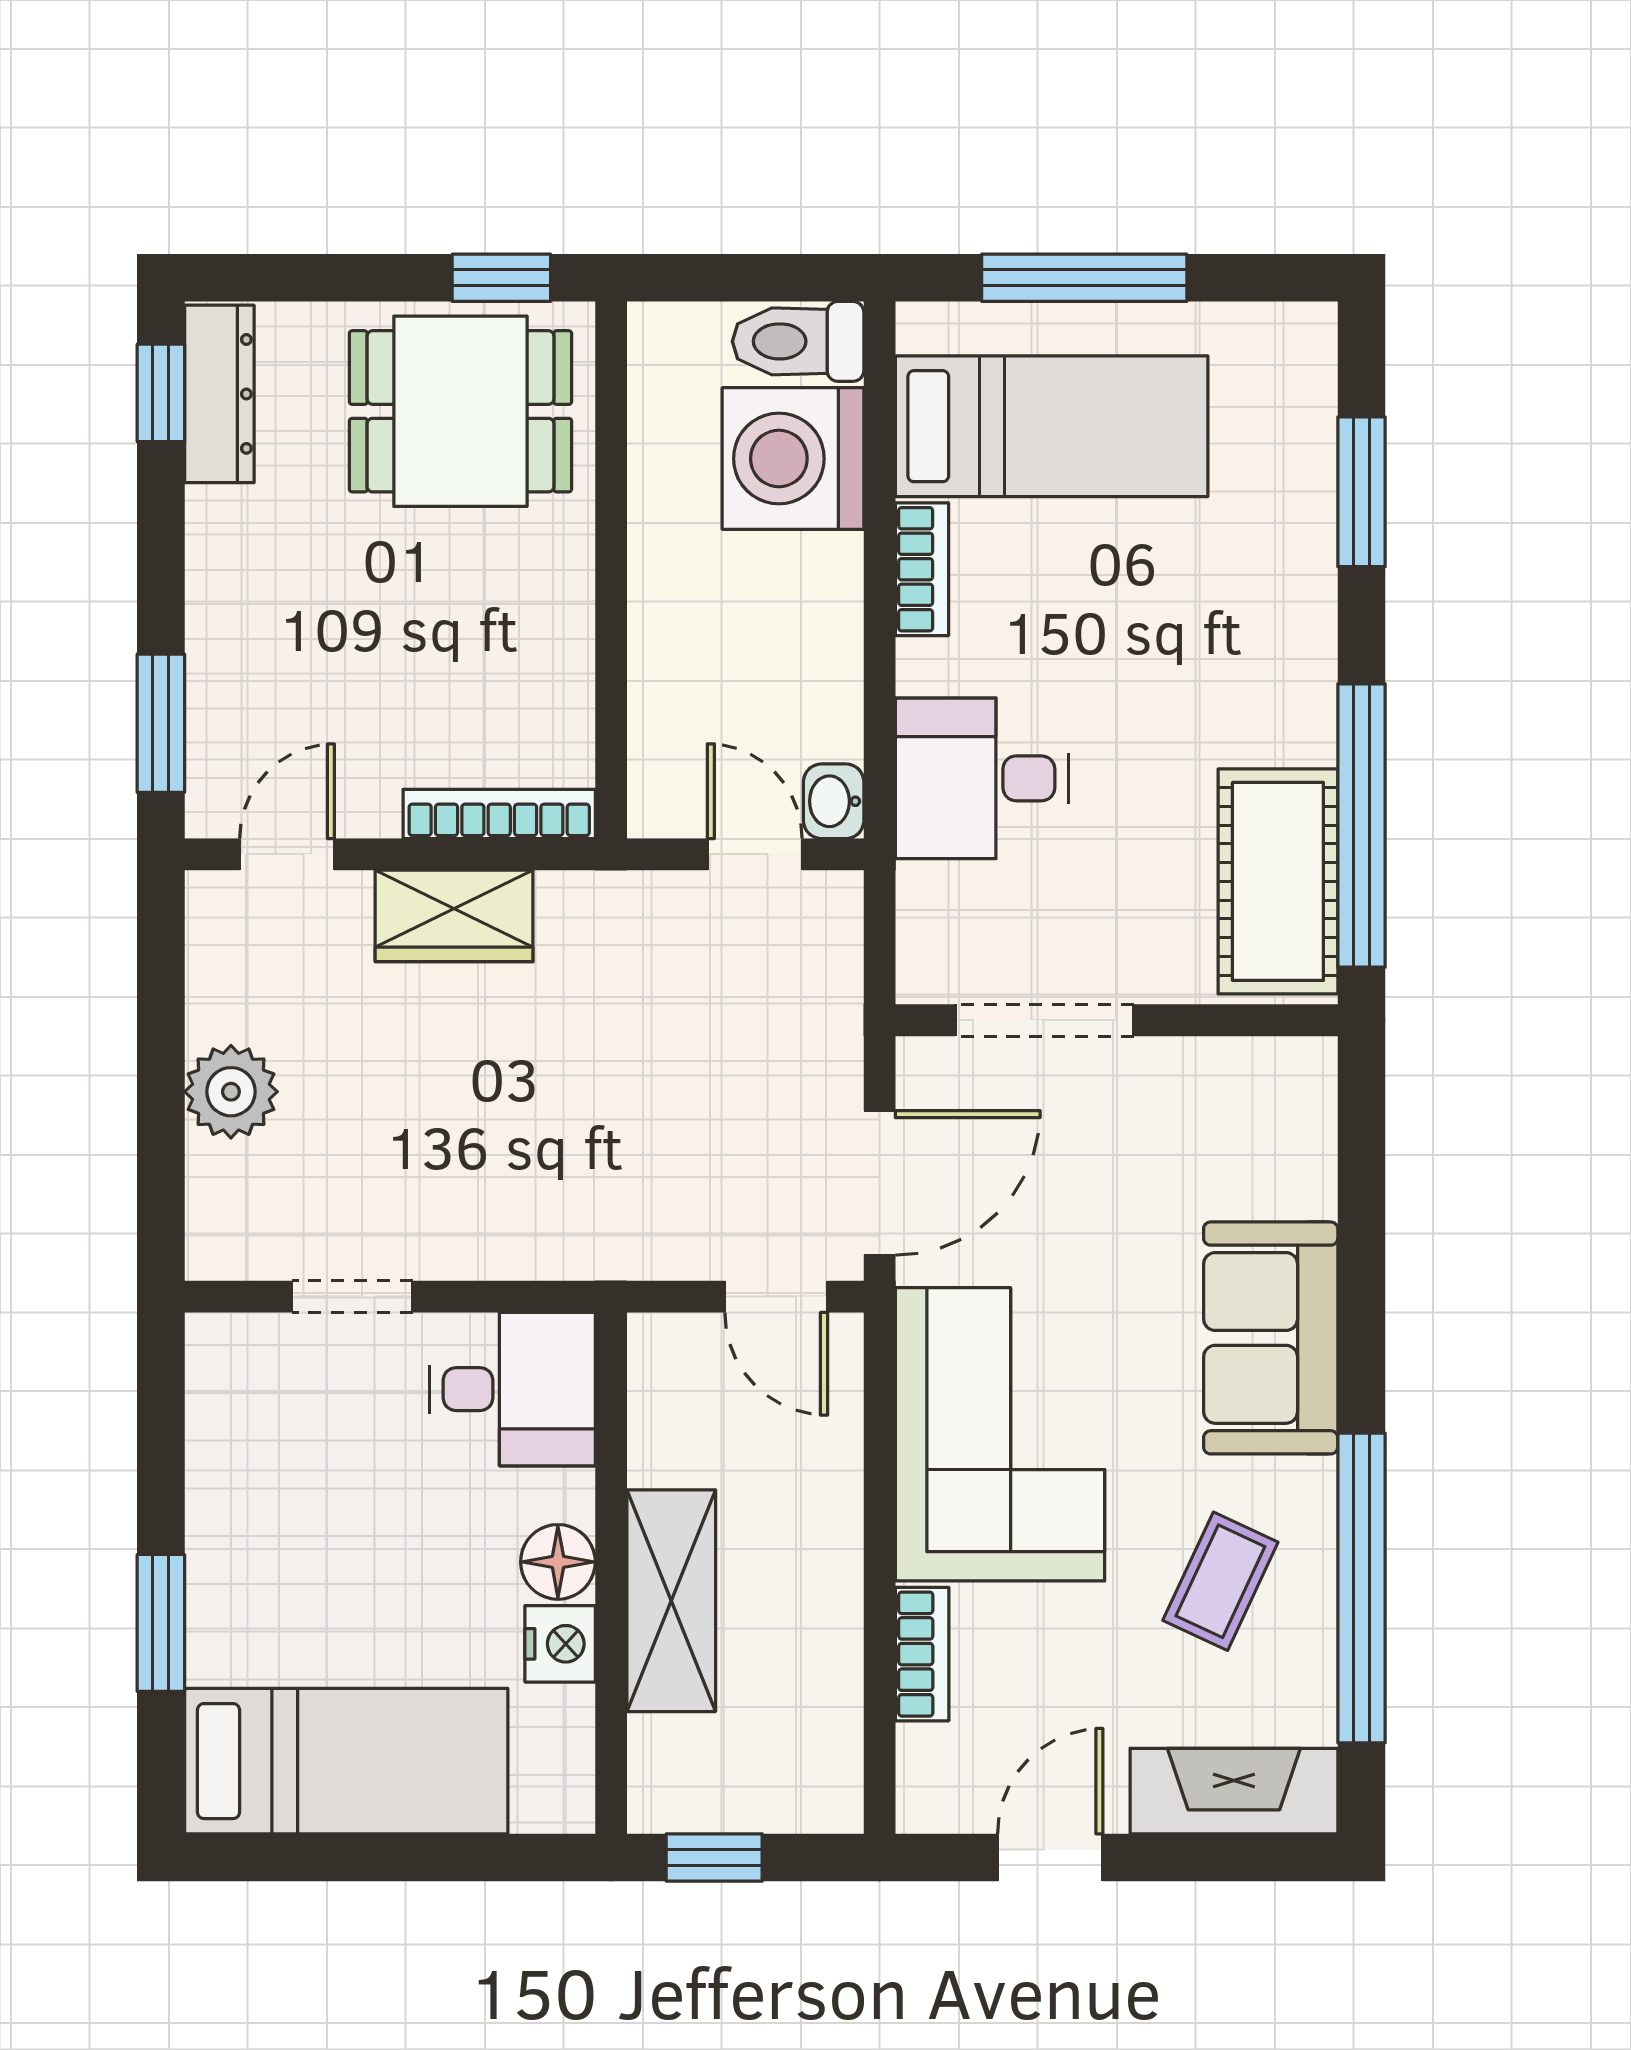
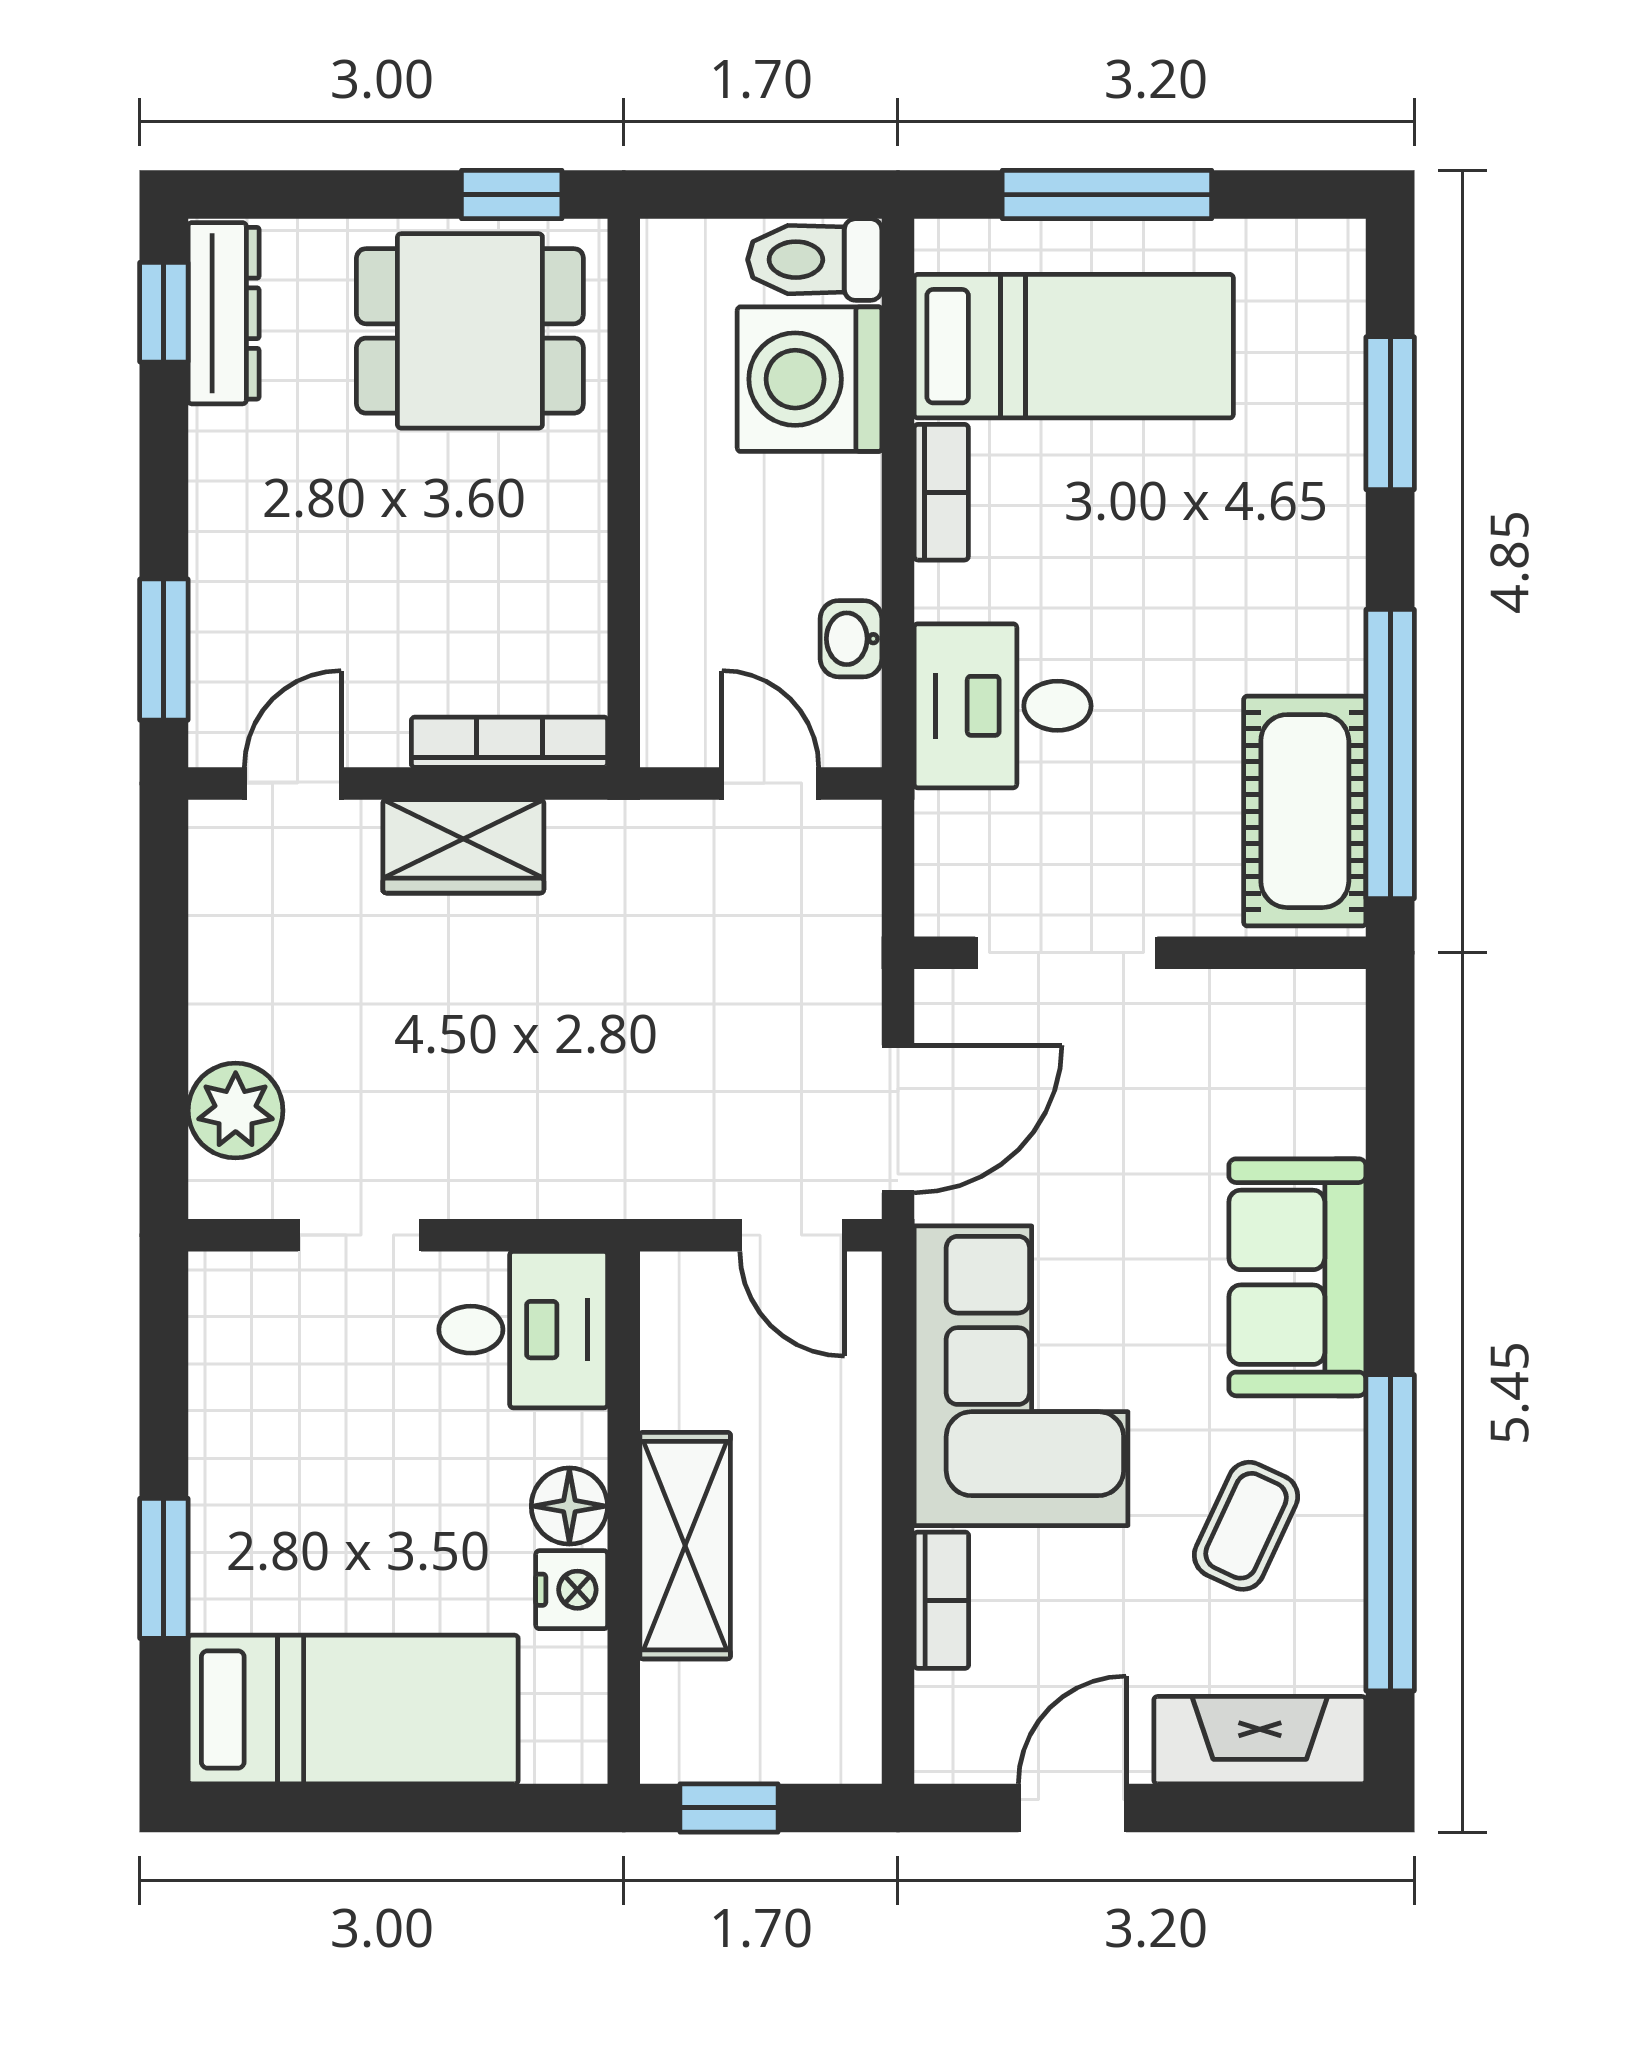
washbasin: (834, 801) -> (851, 639), moved
plant: (231, 1092) -> (236, 1111), moved

